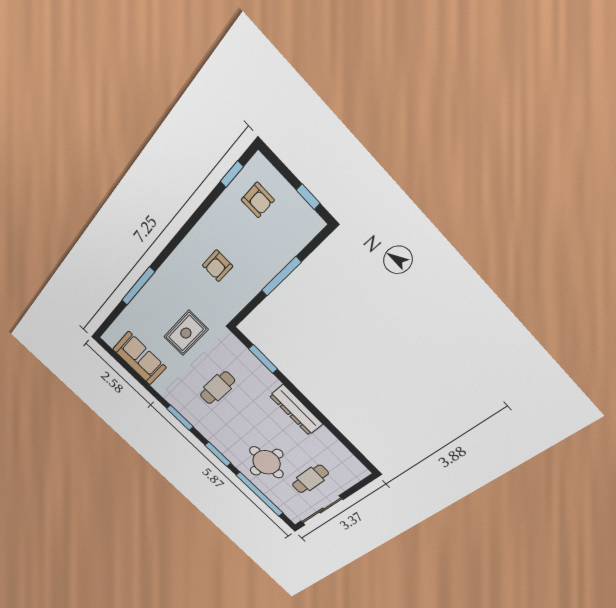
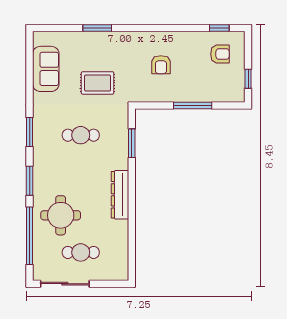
armchair: (258, 200) -> (220, 54), turned -90
armchair: (218, 266) -> (161, 65), turned -90
window: (138, 286) -> (97, 28), width x0.69

